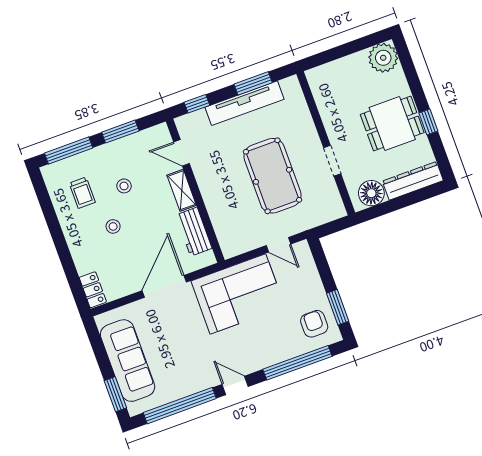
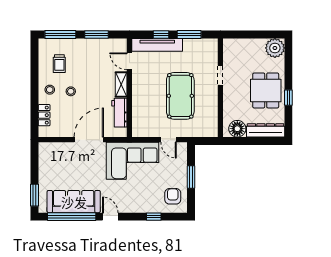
tv unit: (244, 103) -> (157, 45), moved
window: (197, 104) -> (161, 35), moved
dining table: (392, 124) -> (266, 90), turned 90
doorway: (332, 161) -> (220, 76), moved
stool: (124, 186) -> (50, 90), moved
locker: (93, 290) -> (44, 115), moved
window: (338, 307) -> (191, 177), moved
sofa: (128, 361) -> (74, 202), moved, turned -90
window: (297, 363) -> (154, 217), width x0.32

